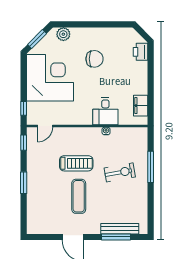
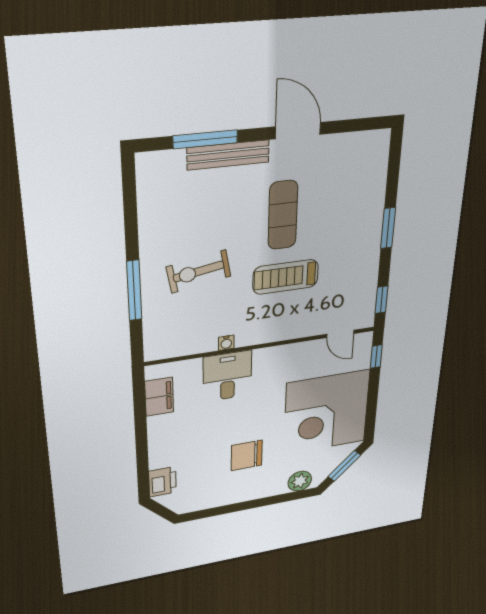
door: (45, 126) -> (340, 334), swing flipped
bench: (120, 229) -> (228, 155), moved

